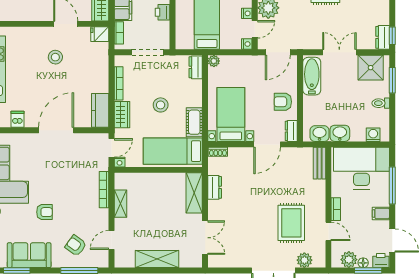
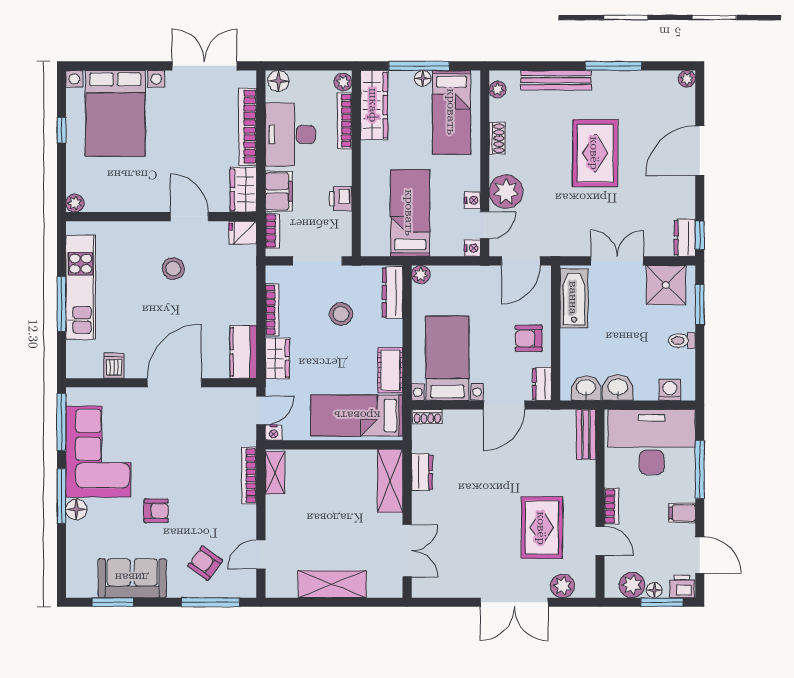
dresser: (196, 67) -> (393, 292), width x1.44
stool: (161, 105) -> (341, 314), moved
shelving: (120, 204) -> (275, 473), moved

